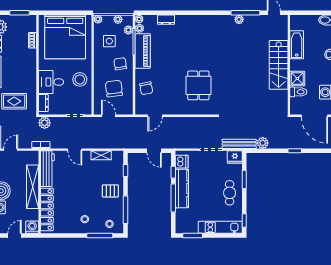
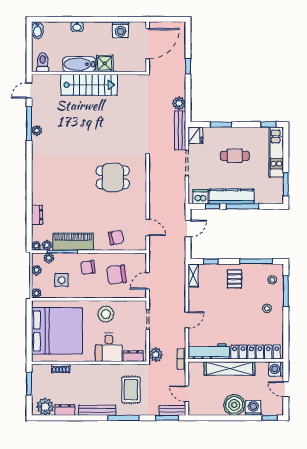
bathtub: (297, 45) -> (79, 64), moved
toilet: (298, 92) -> (43, 62), moved
shelving: (101, 155) -> (193, 275), moved
cafe table: (230, 193) -> (235, 156), moved

